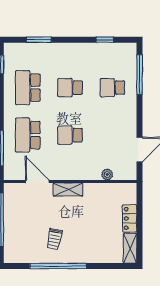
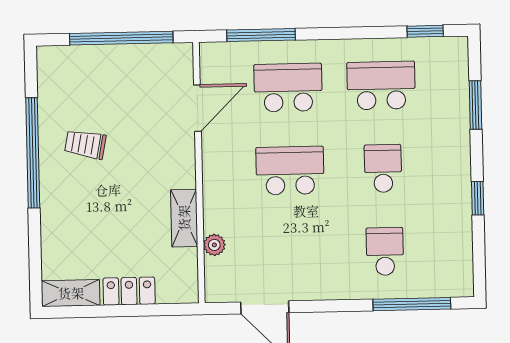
window: (105, 40) -> (478, 198), moved
school desk: (70, 135) -> (290, 171), width x1.85
shelving: (68, 190) -> (184, 218), moved

